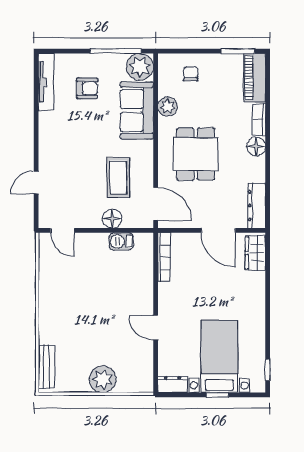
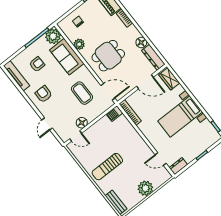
armchair: (64, 137) -> (44, 94), added
floor lamp: (256, 146) -> (141, 43), moved
dining table: (196, 154) -> (108, 56), turned 90
floor lamp: (112, 219) -> (82, 123), moved
barbecue: (121, 241) -> (114, 113), moved
sun lounger: (73, 308) -> (107, 167), added
door: (156, 328) -> (161, 159), moved
bed with nightstands: (219, 356) -> (180, 117), moved, turned -90

